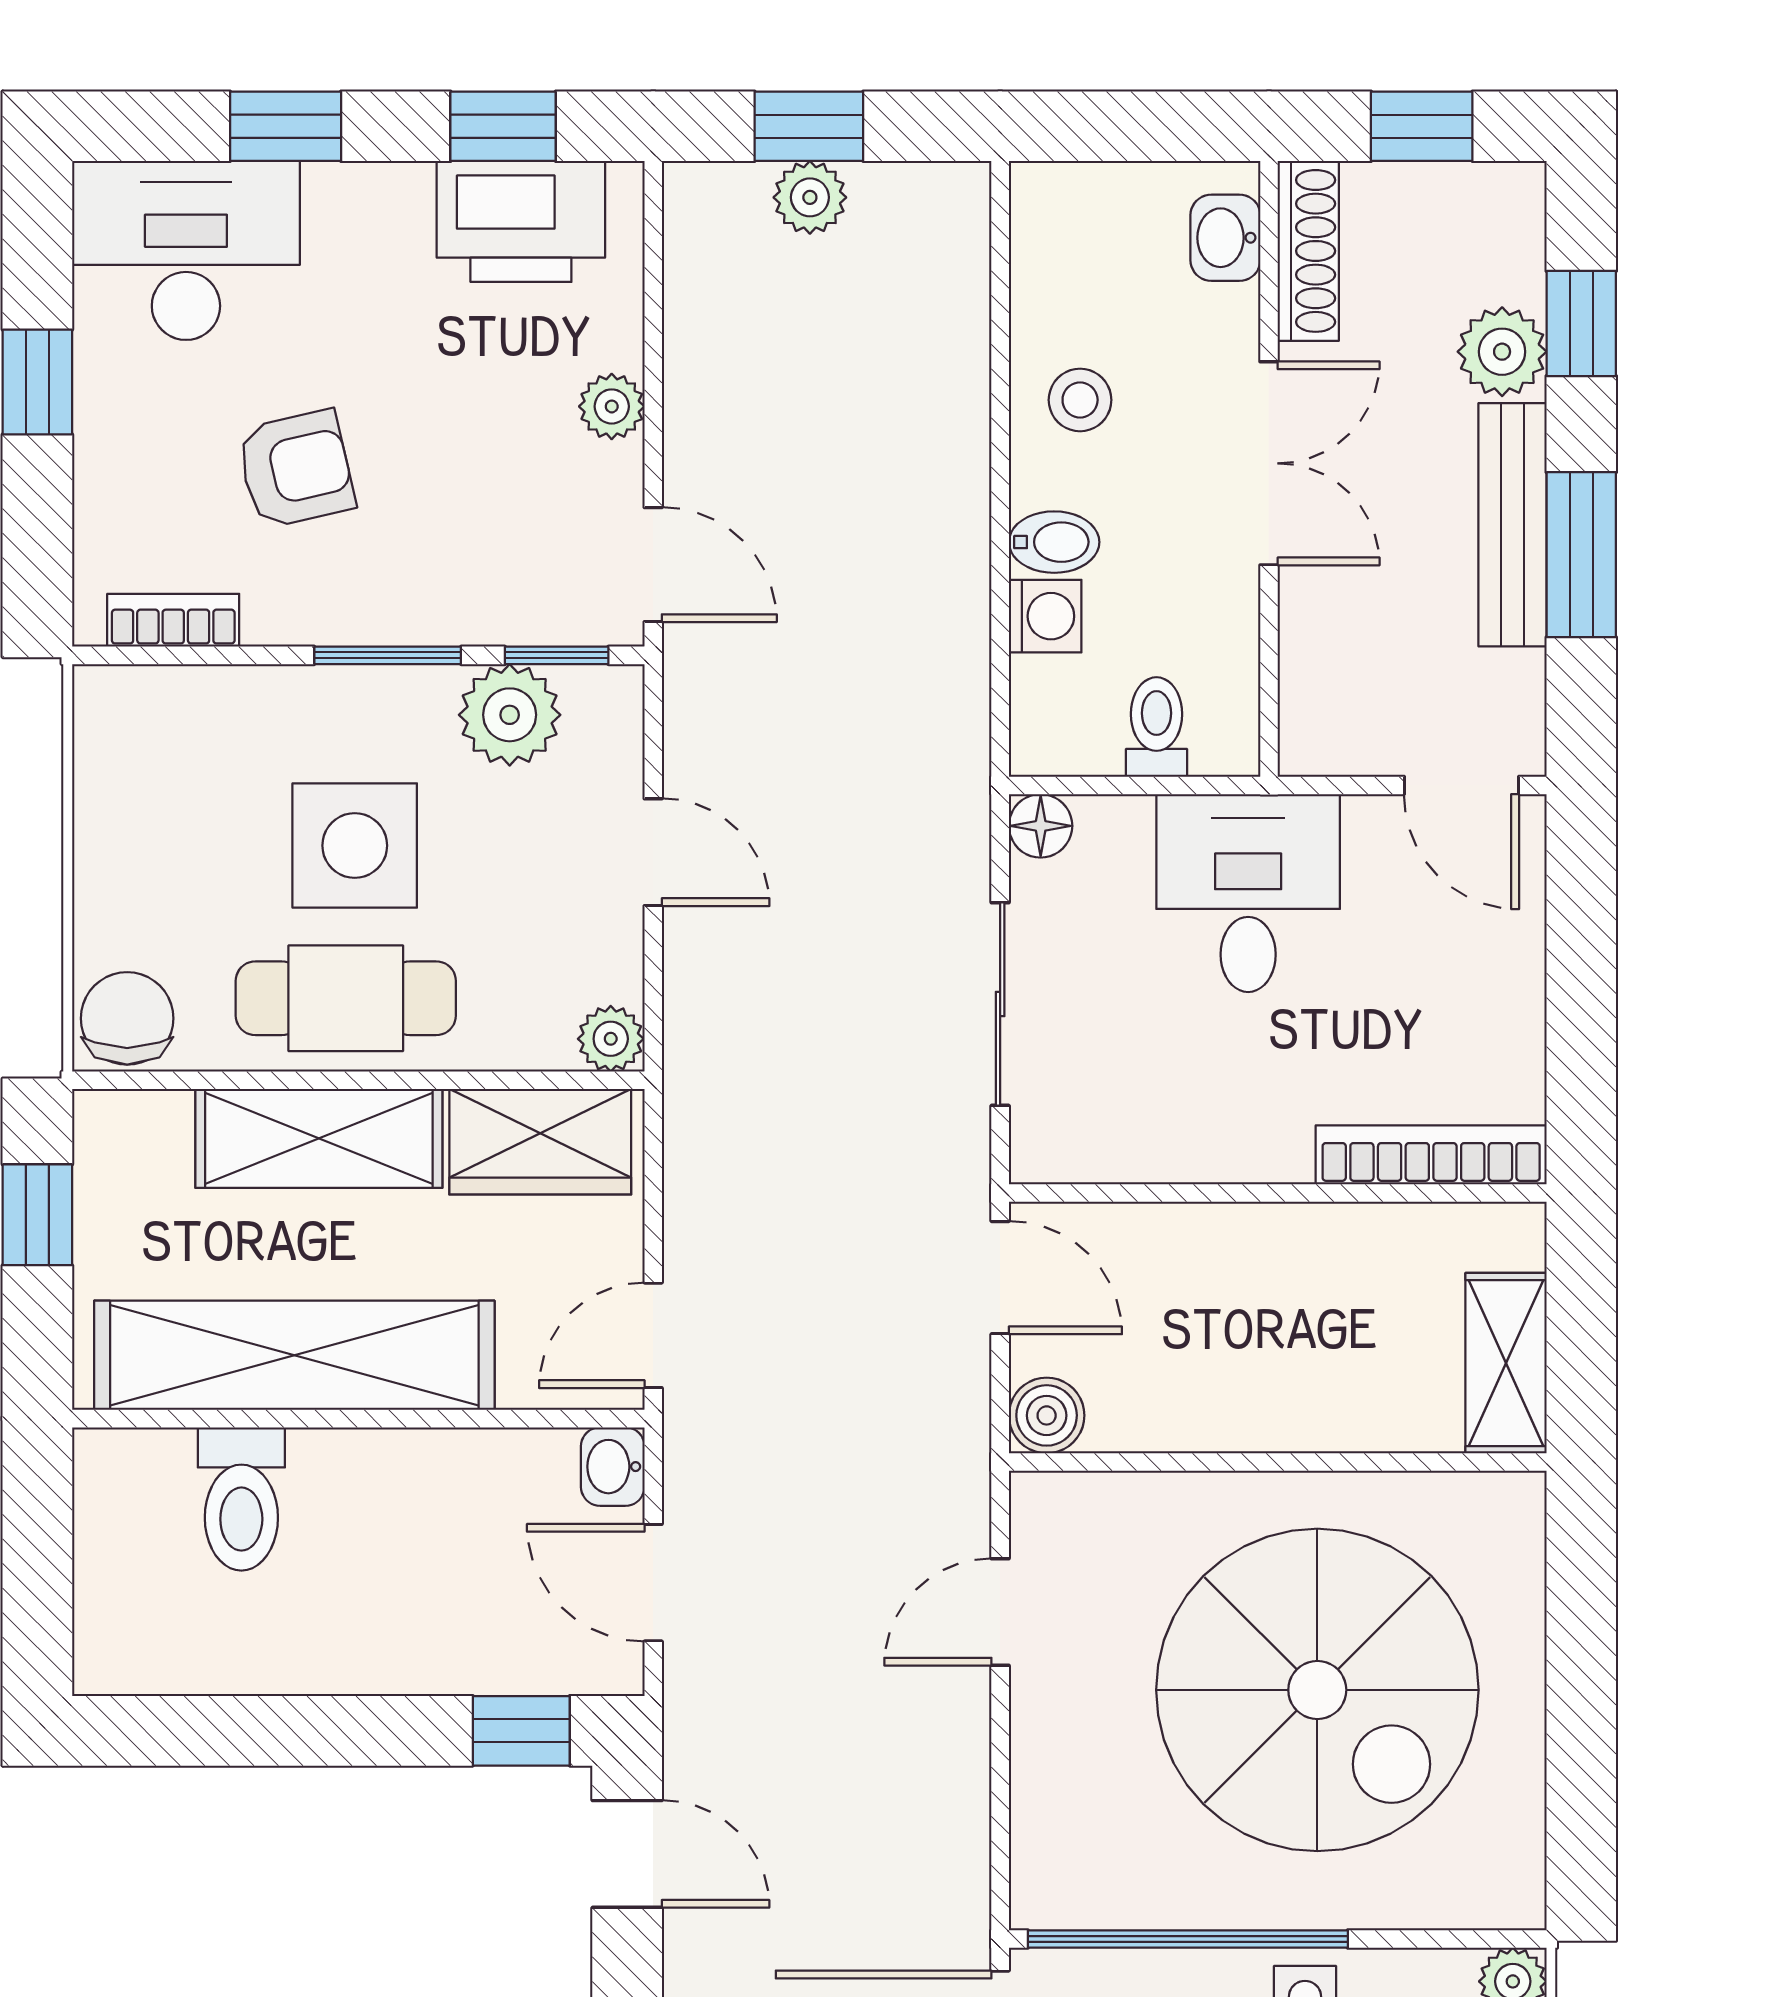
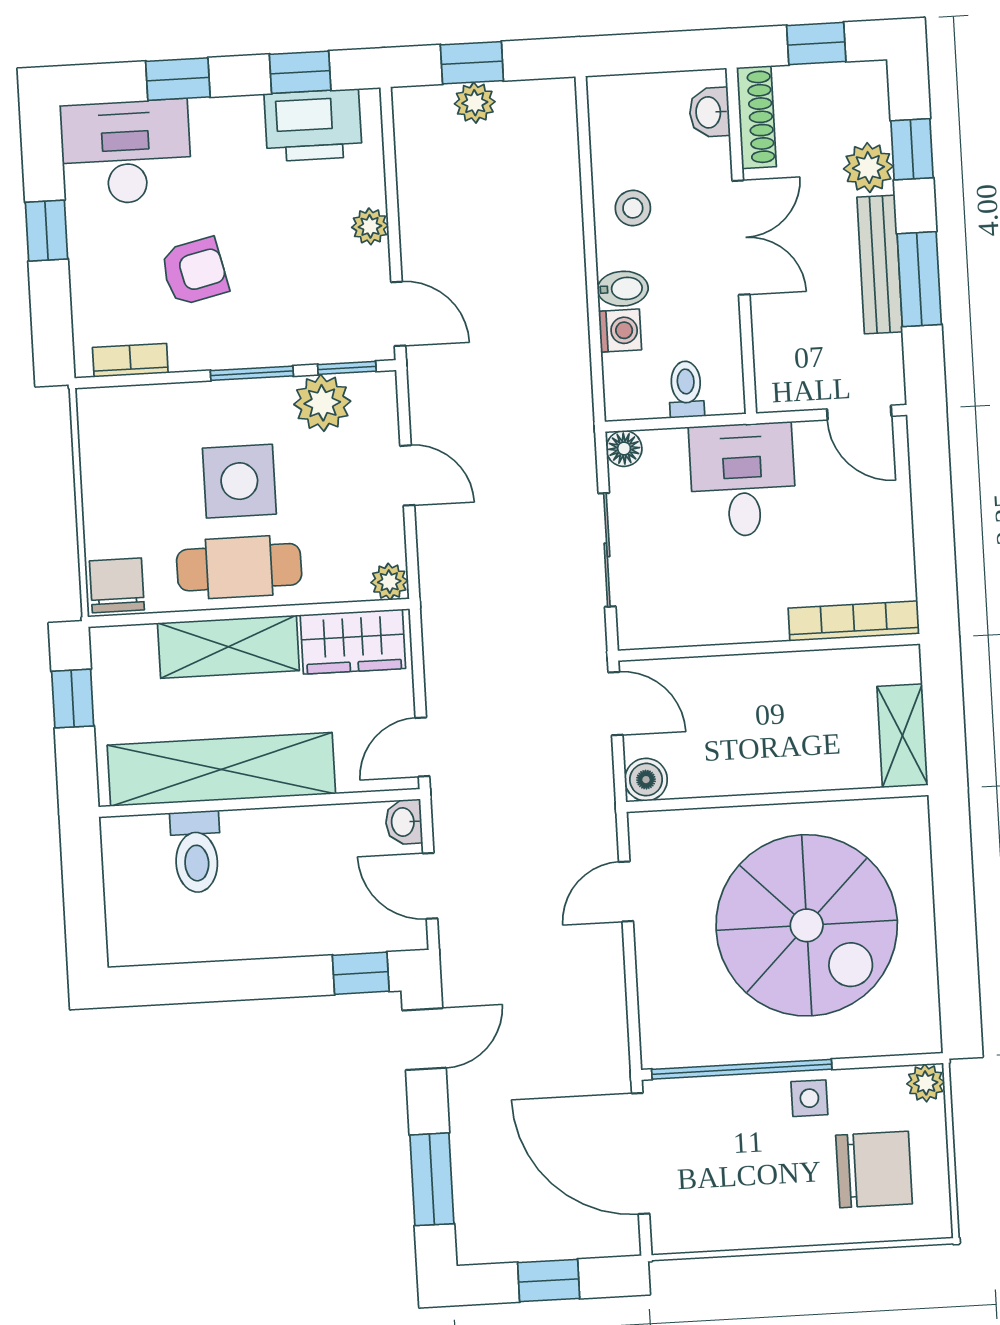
door: (627, 1854) -> (424, 1039), hinge flipped

